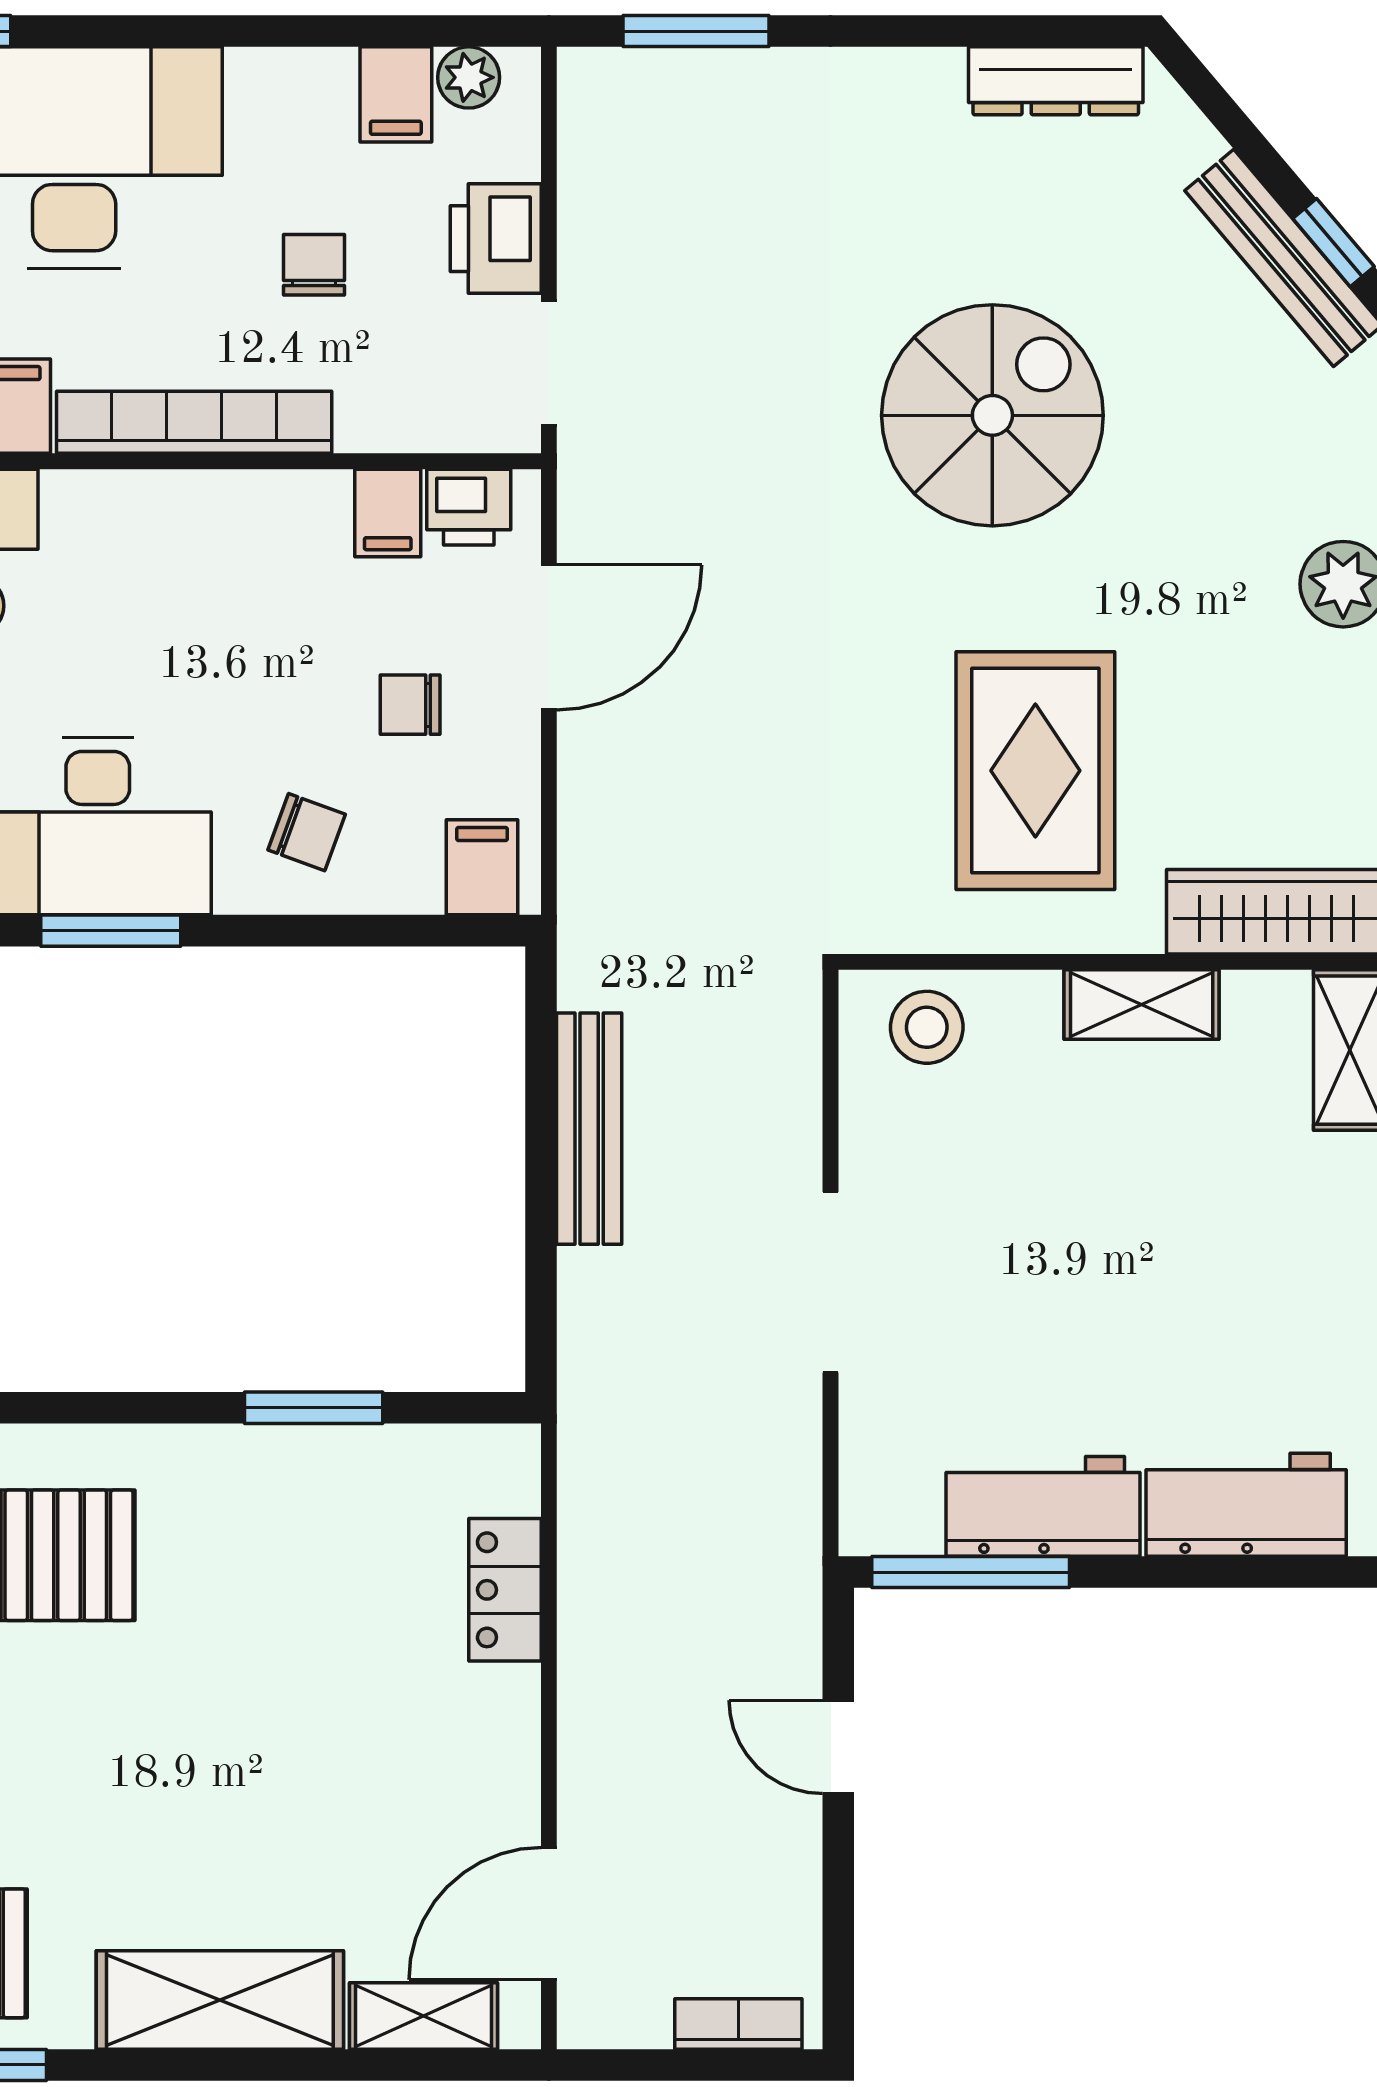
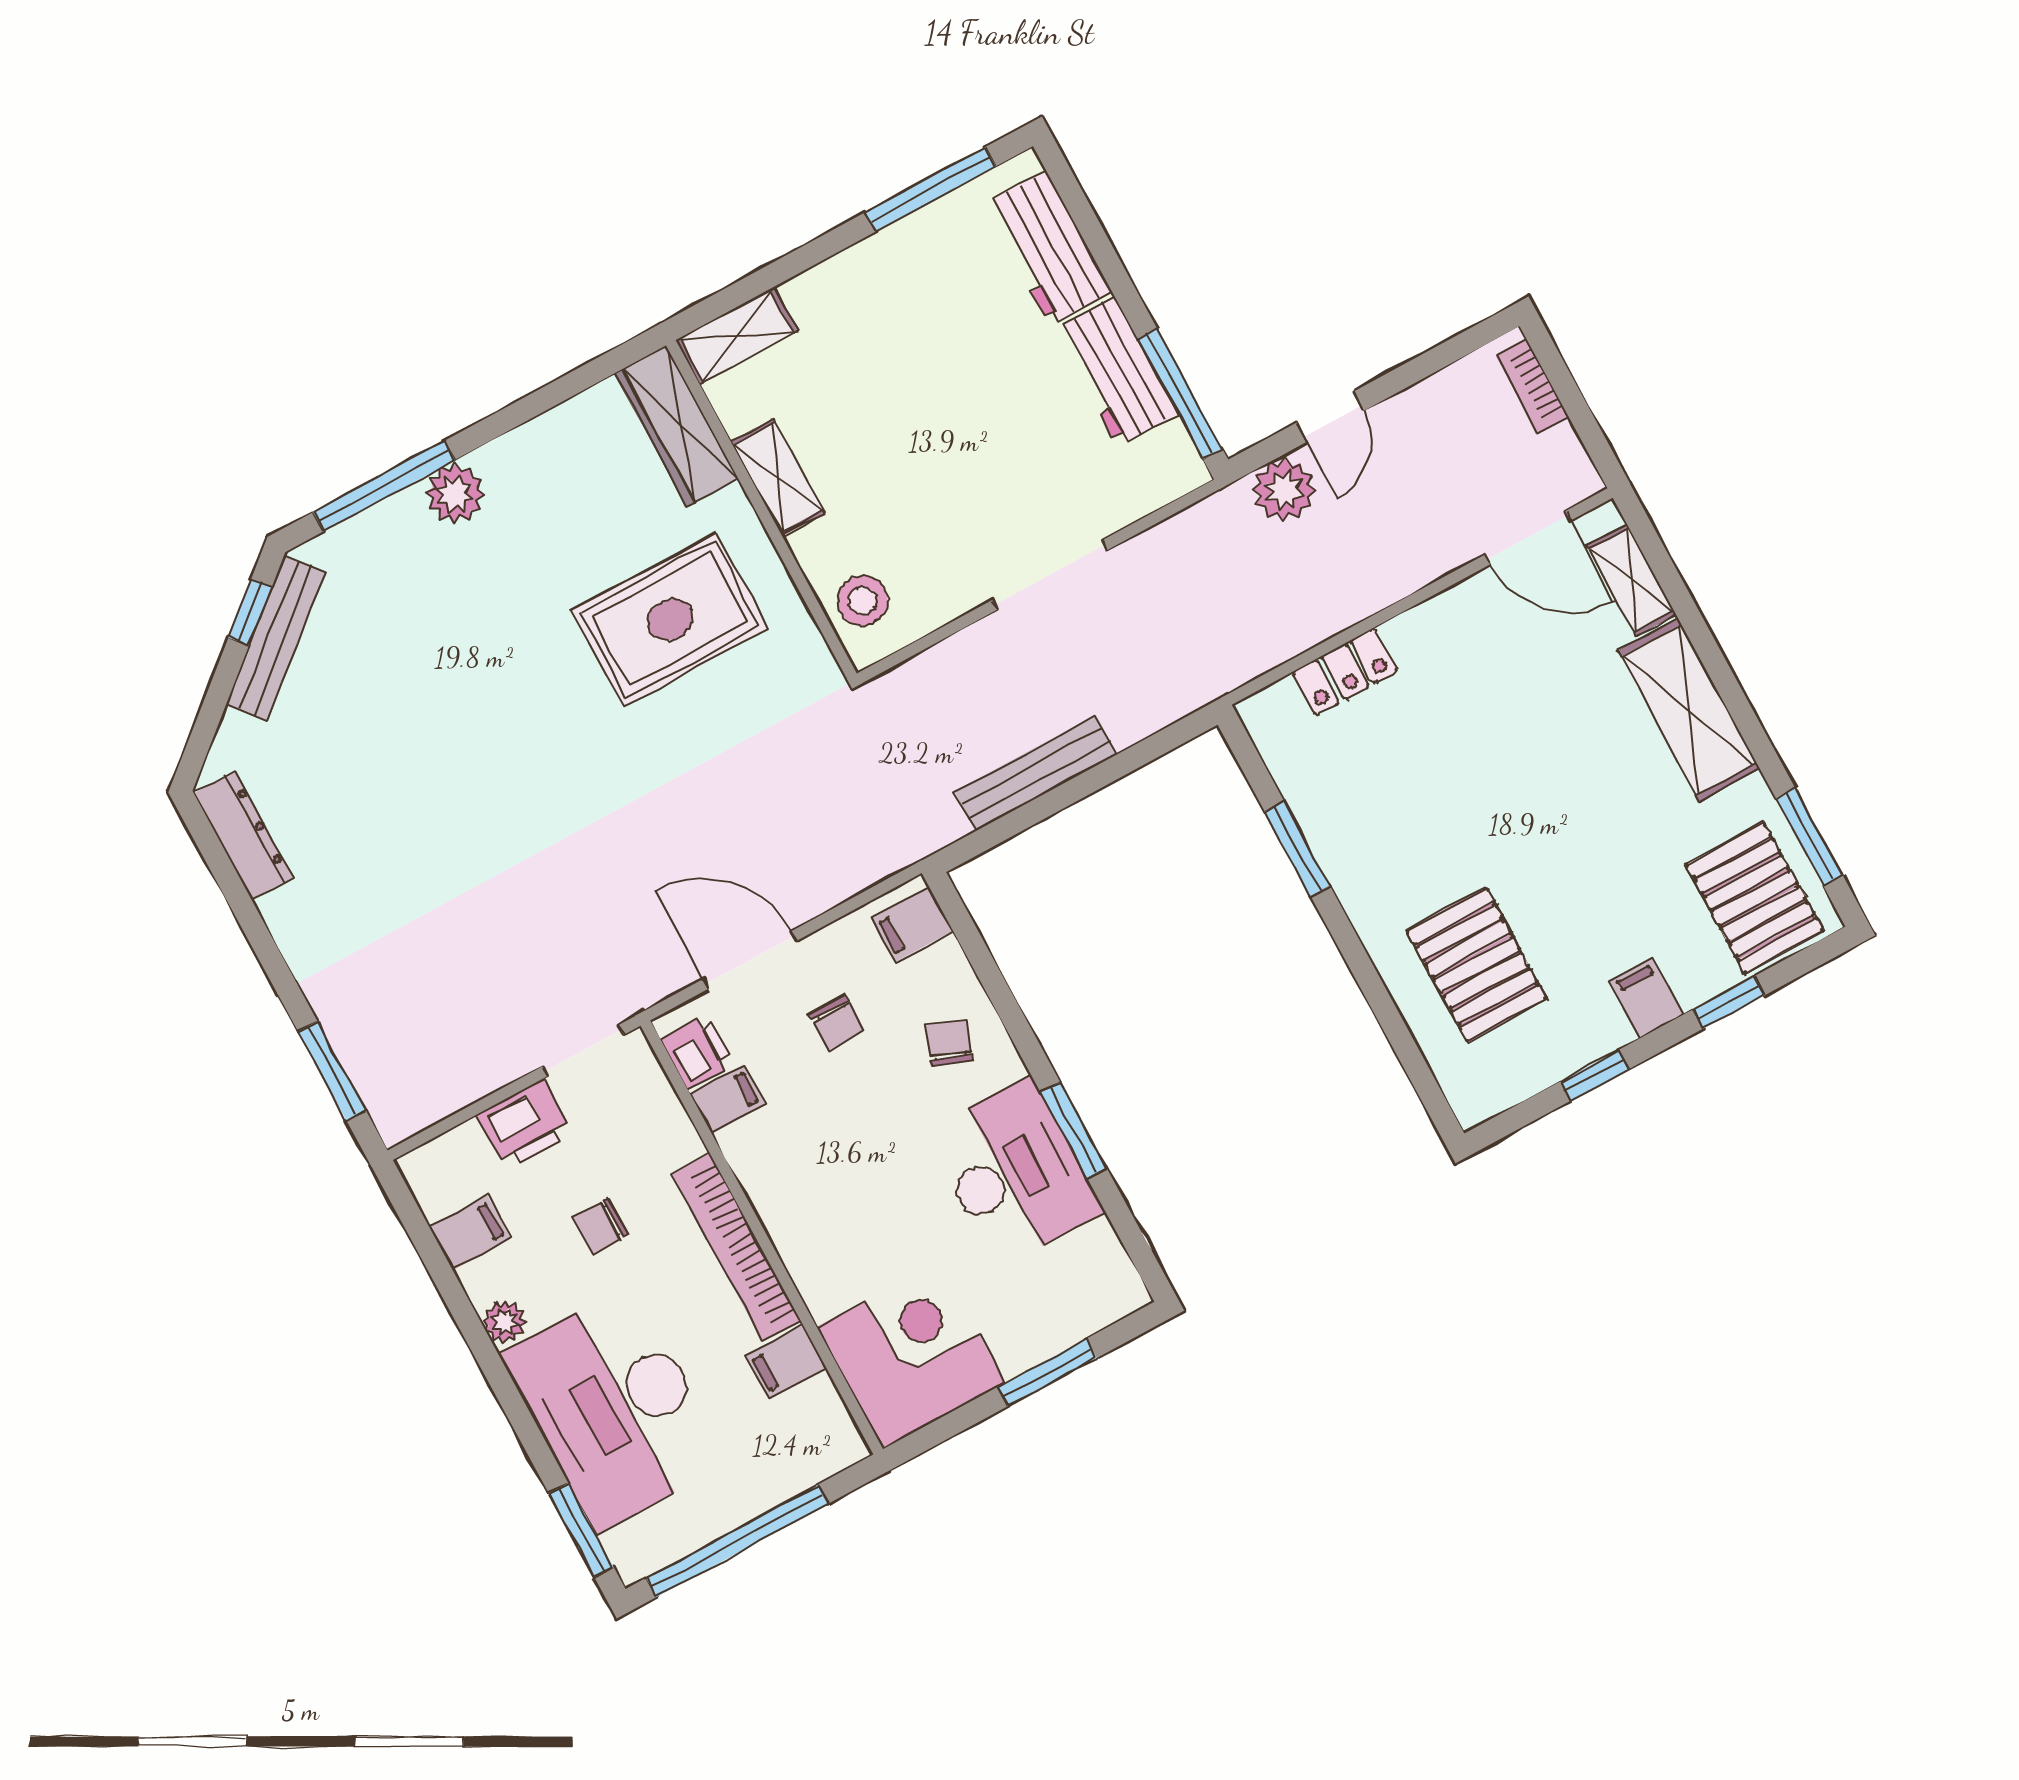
plant: (469, 77) -> (505, 1322), moved
spiral stairs: (992, 415) -> (468, 763), removed
plant: (777, 1638) -> (1284, 490), added

